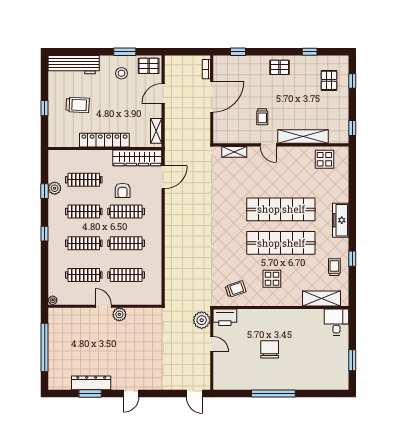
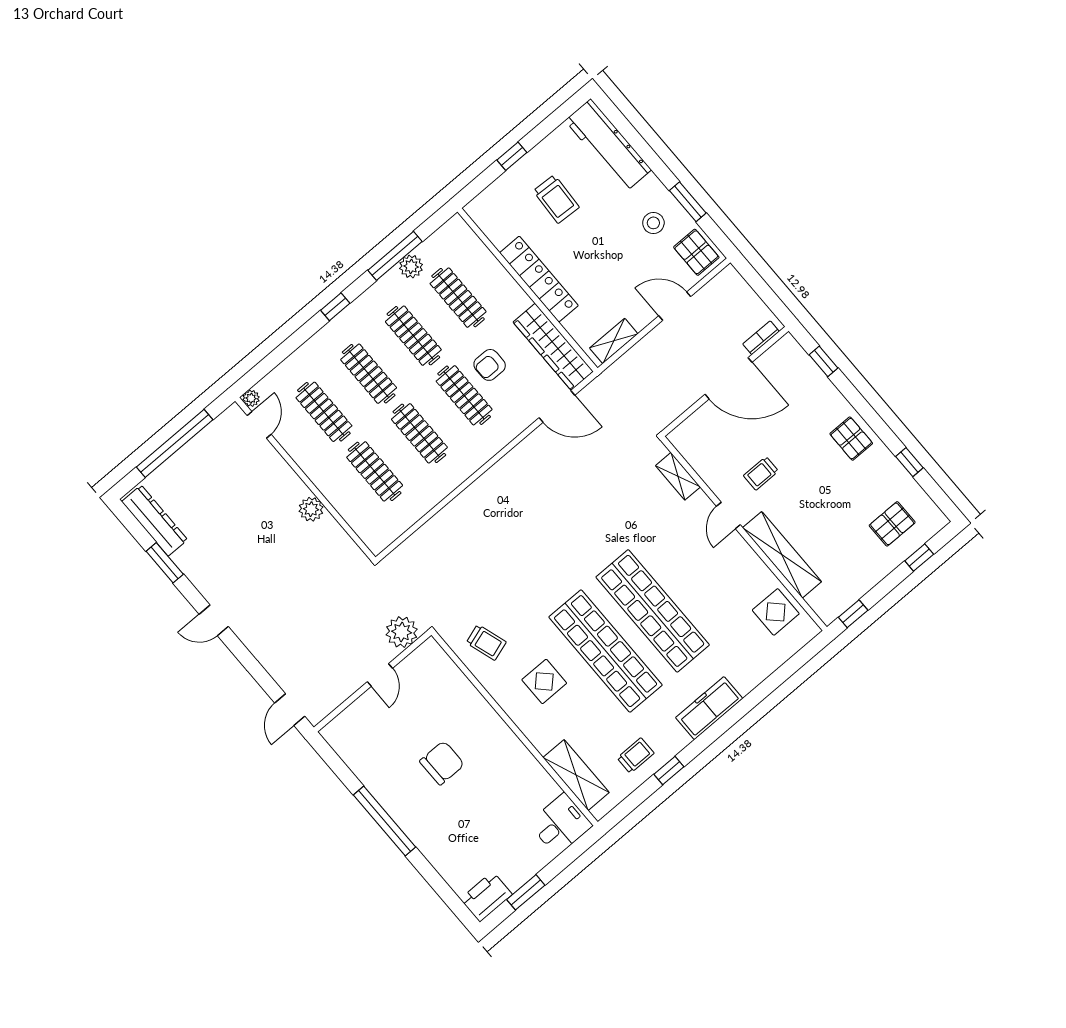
window: (45, 191) -> (395, 256), width x2.17
door: (103, 306) -> (259, 425), moved
printer: (225, 317) -> (486, 897), moved, turned 90
dresser: (91, 383) -> (155, 521), moved

